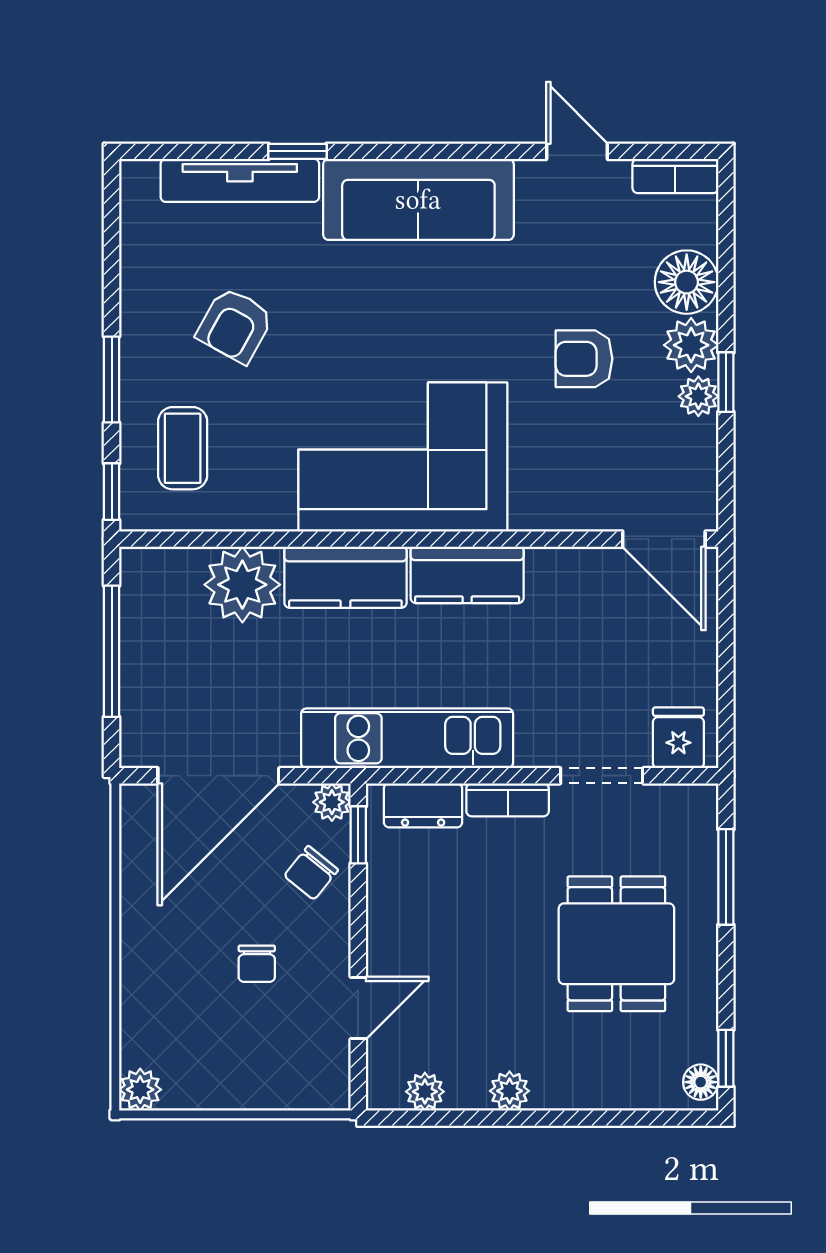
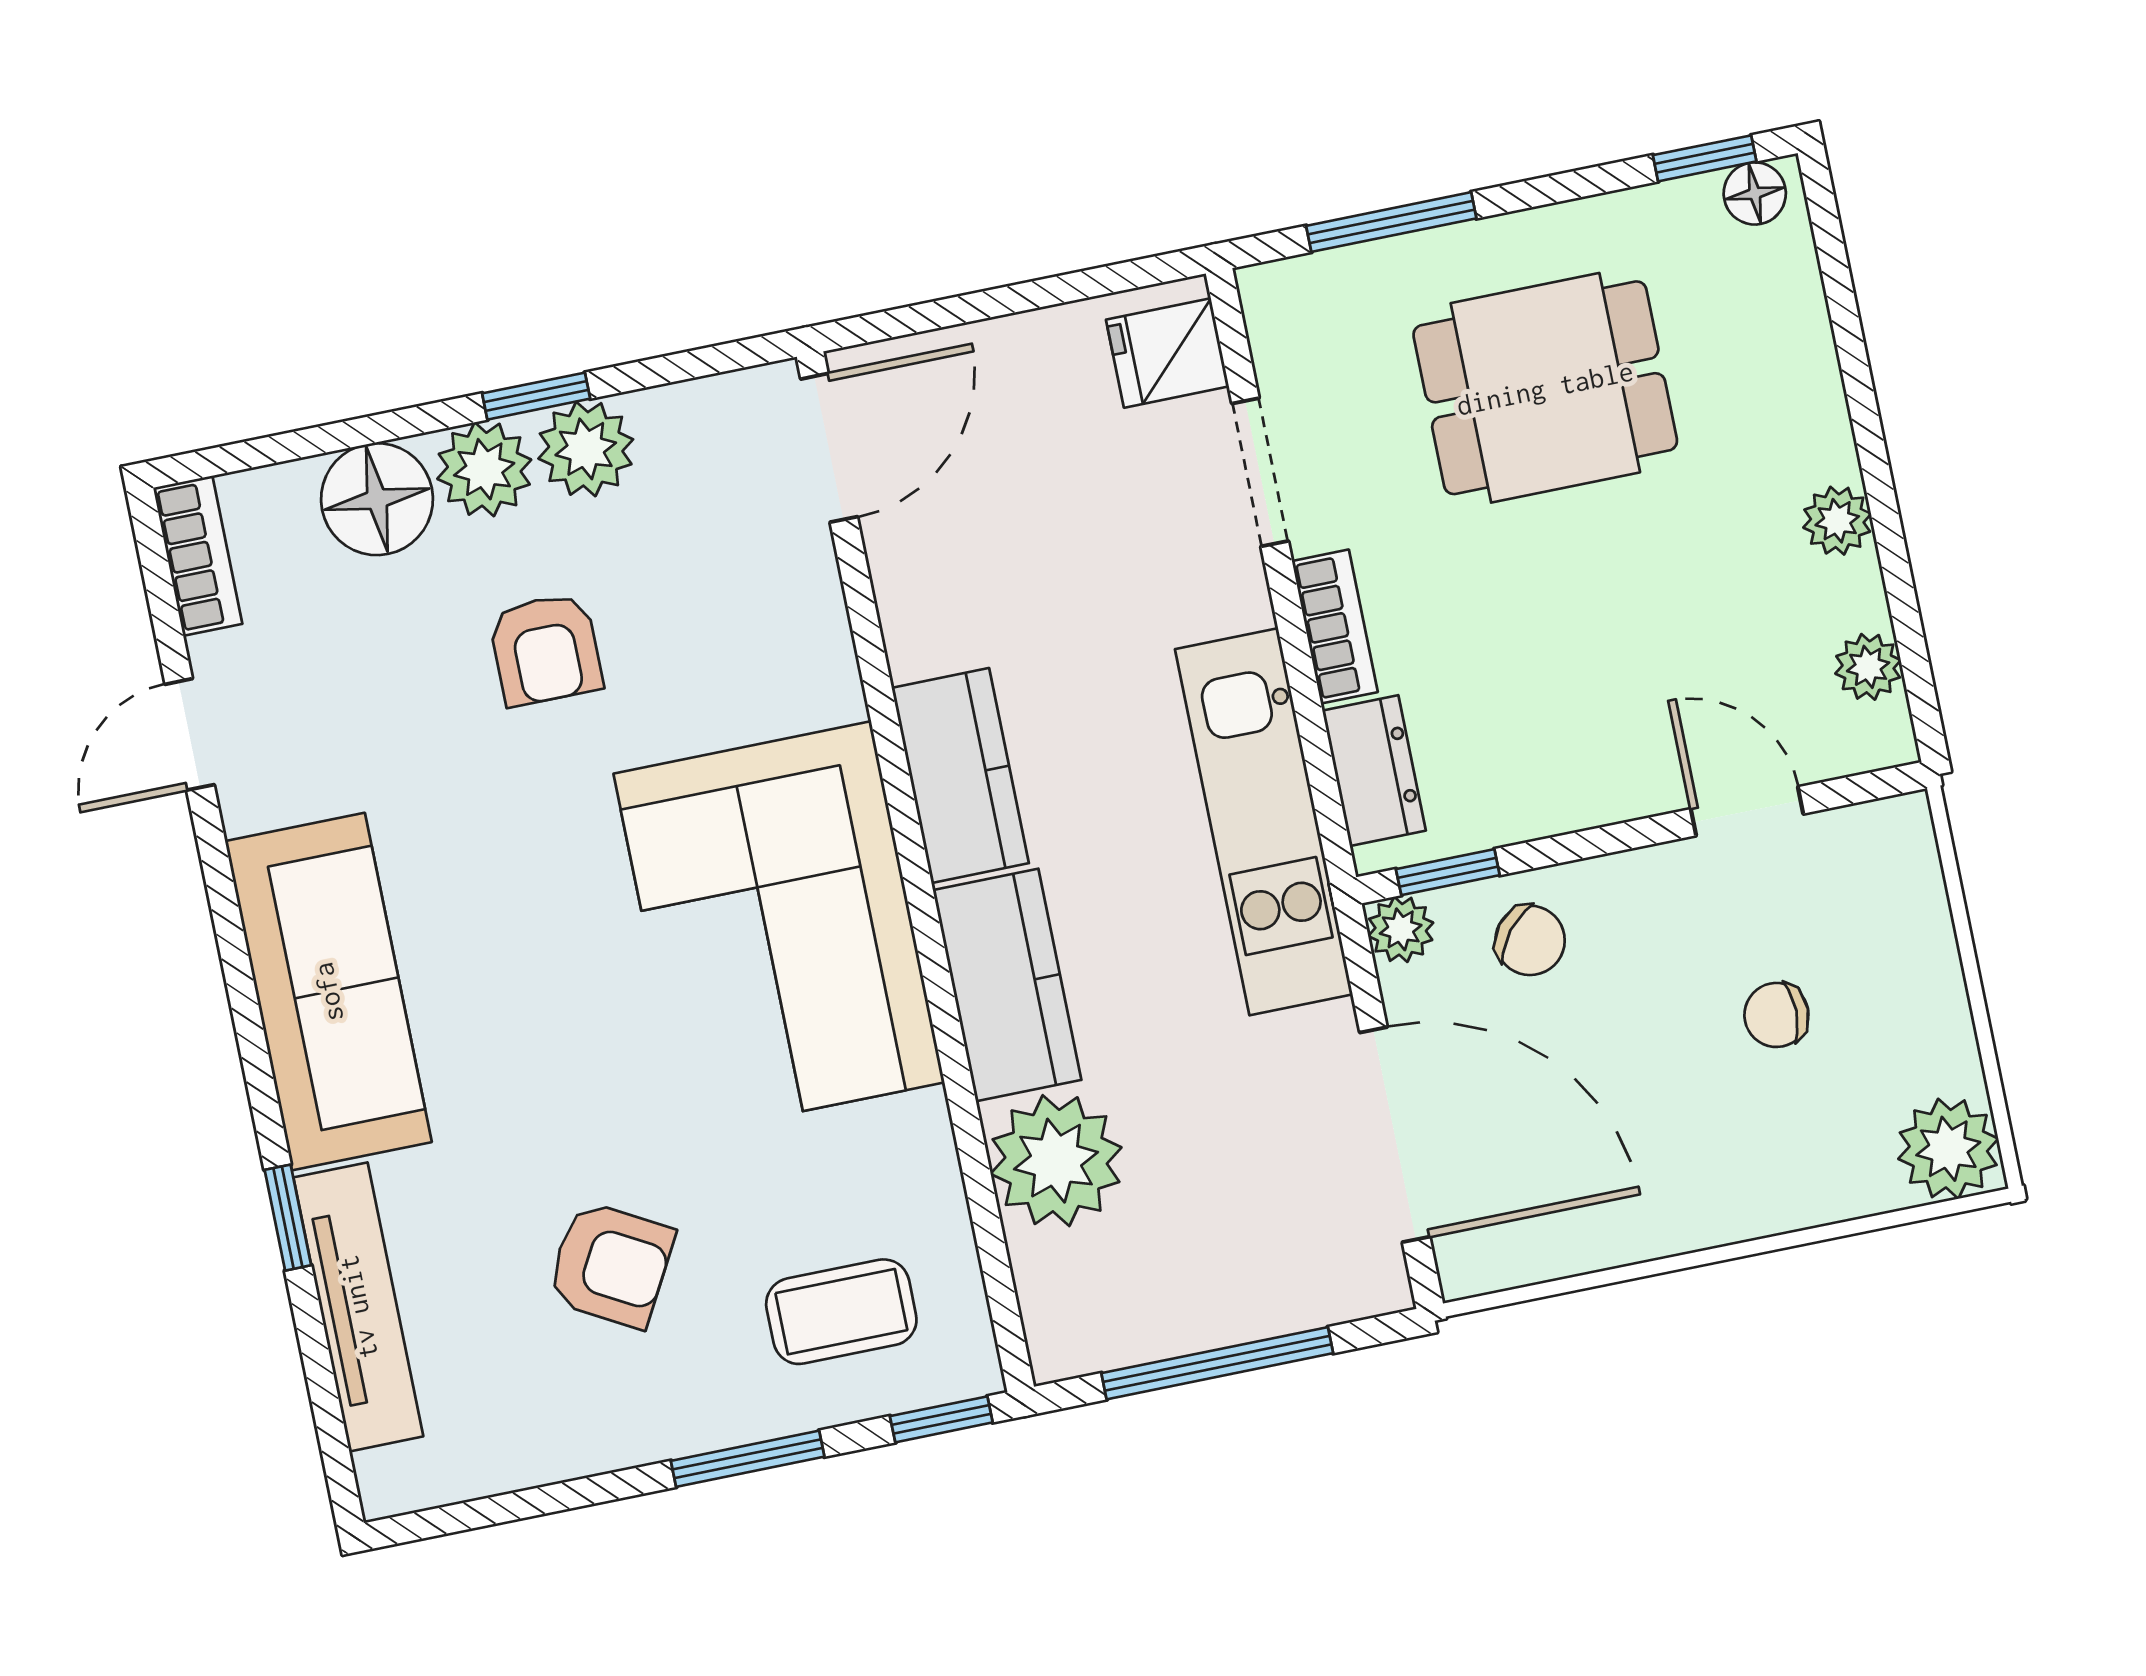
plant: (698, 396) -> (586, 449), width x1.38, depth x1.38
chair: (257, 964) -> (1776, 1015), moved, turned 180
plant: (140, 1090) -> (1948, 1149), width x1.38, depth x1.38

